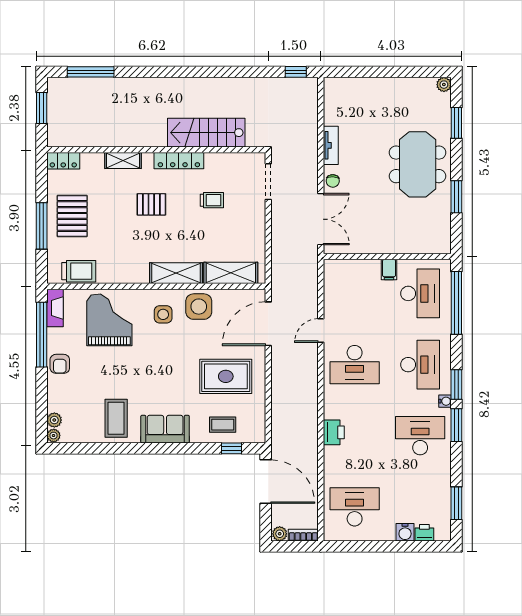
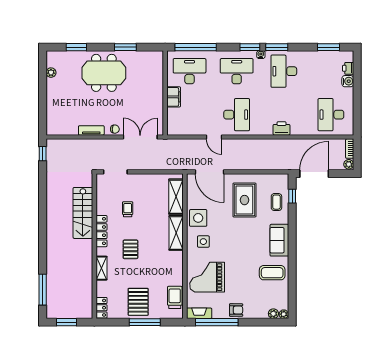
plant: (444, 85) -> (51, 73), moved
pallet: (72, 216) -> (138, 302), turned 90
filing cabinet: (389, 270) -> (174, 97), width x2.00

